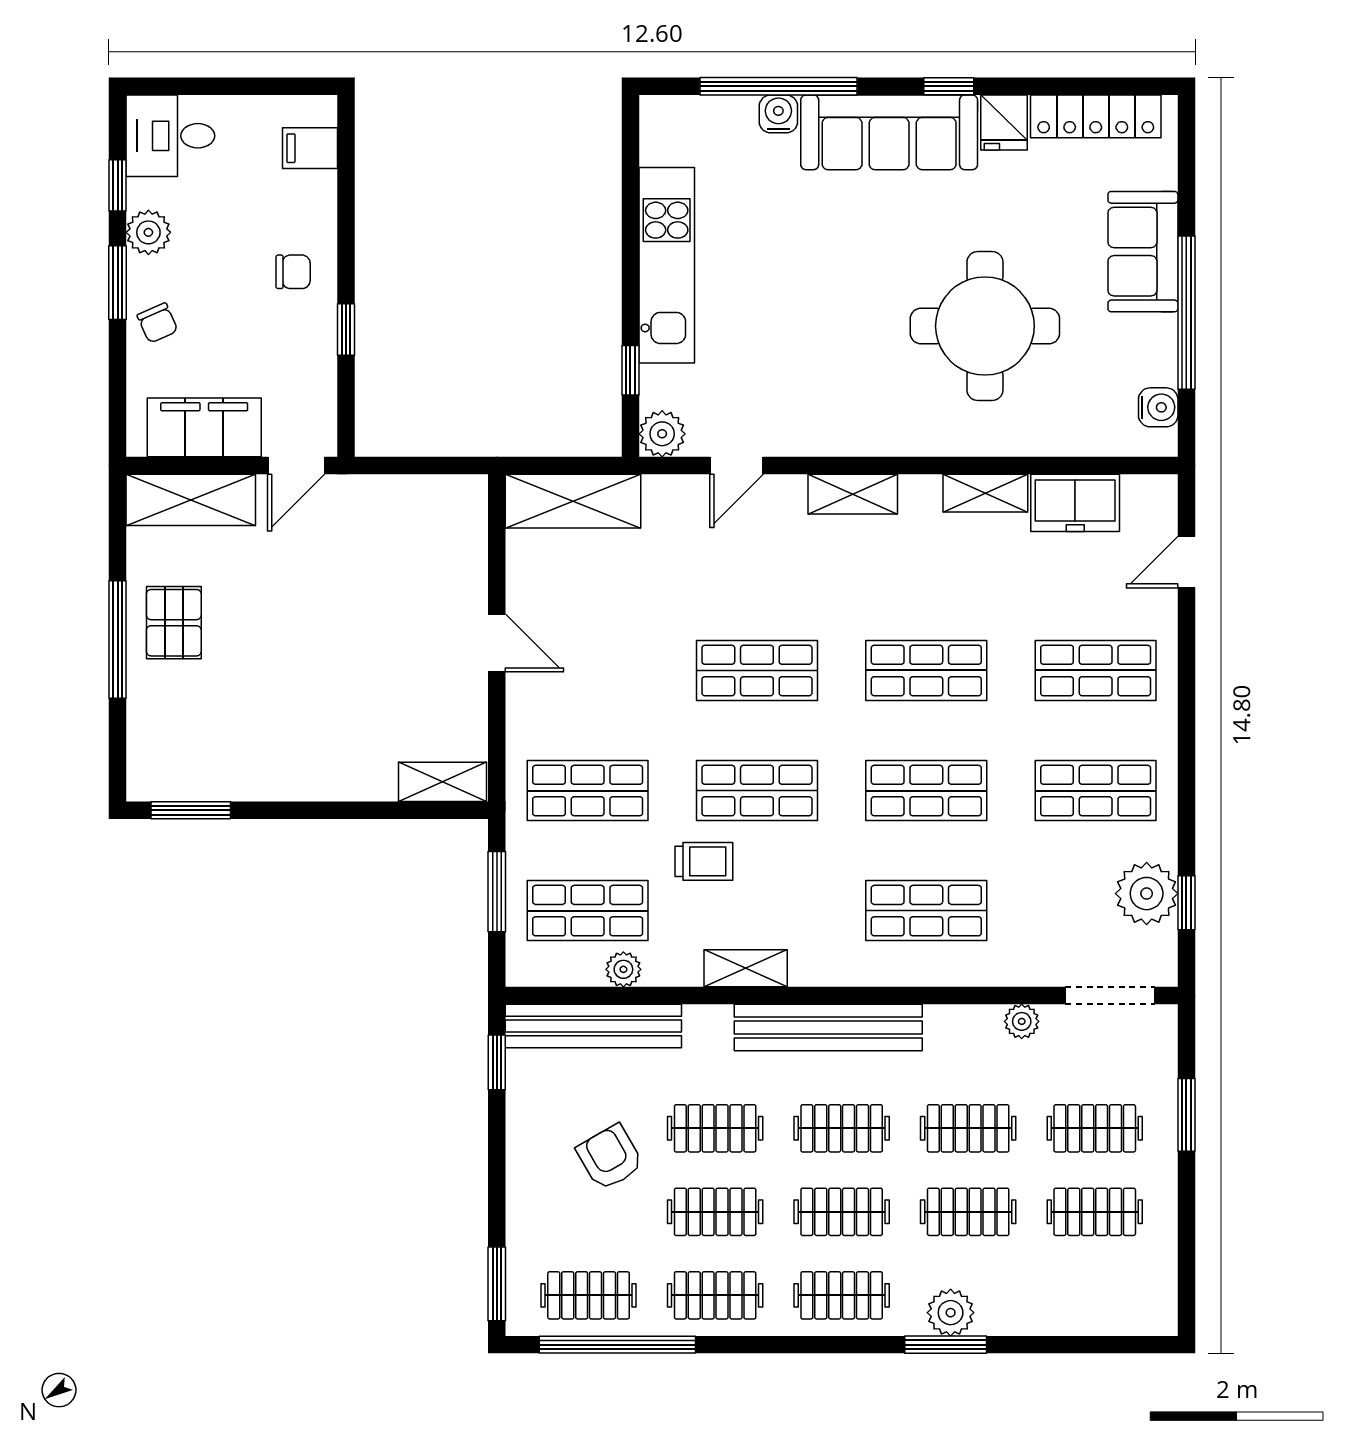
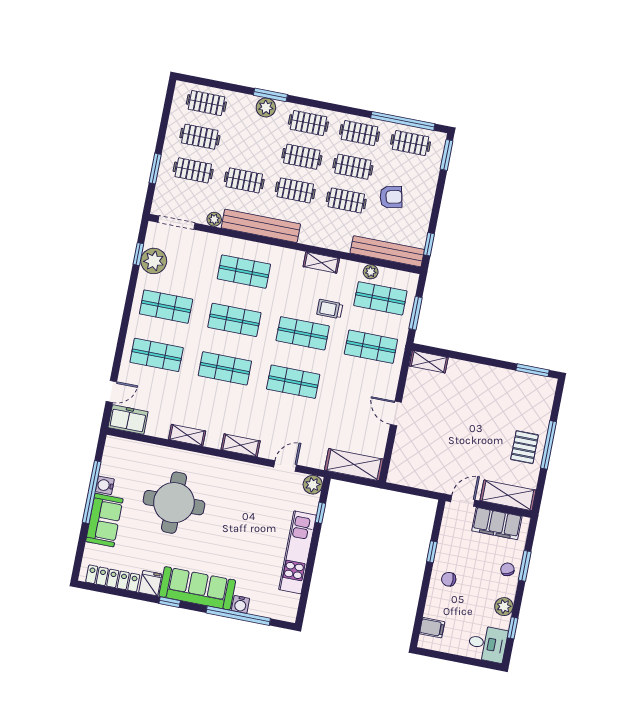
window: (118, 283) -> (525, 566), moved
water cooler: (1158, 407) -> (105, 485), moved
freezer: (1075, 503) -> (128, 420), moved
bench: (828, 1028) -> (261, 226), moved
armchair: (610, 1157) -> (391, 197), turned -73
clothes rail: (968, 1212) -> (206, 103), moved

